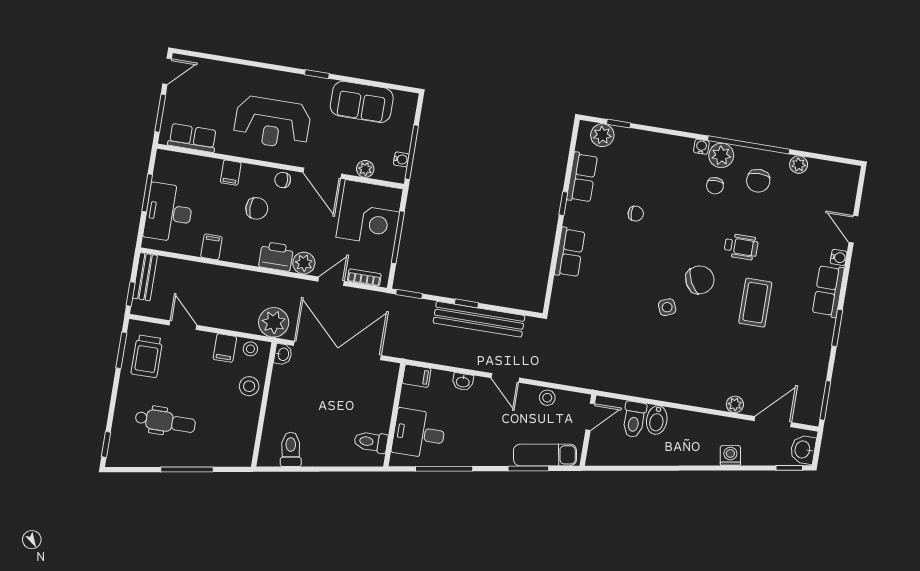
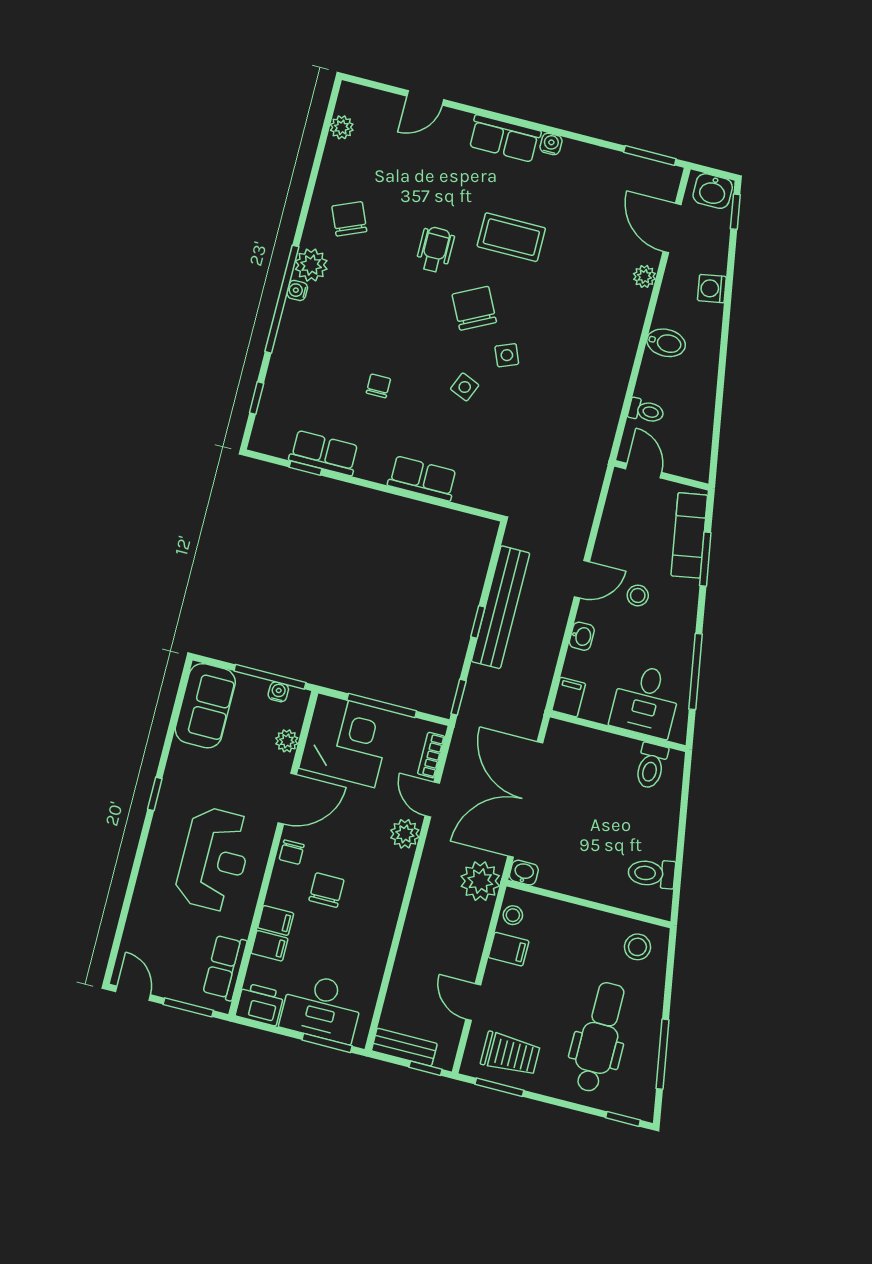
sofa: (362, 102) -> (205, 706), moved
plant: (602, 135) -> (270, 421), removed
window: (749, 145) -> (282, 299), moved
plant: (799, 165) -> (342, 127), moved
chair: (758, 181) -> (349, 219), turned -113
chair: (715, 186) -> (351, 277), removed
window: (147, 193) -> (327, 1043), moved
window: (563, 204) -> (305, 468), moved
filing cabinet: (211, 247) -> (270, 946), moved, turned 180
printer: (276, 256) -> (260, 1004), moved, turned 90
water cooler: (839, 257) -> (551, 144), moved
side table: (641, 278) -> (465, 387), added
door: (183, 325) -> (473, 1002), hinge flipped
window: (837, 328) -> (555, 131), removed
stool: (249, 386) -> (637, 947), moved
stool: (547, 398) -> (638, 595), moved
toilet: (634, 419) -> (646, 411), width x0.73, depth x0.72
bidet: (657, 420) -> (666, 343), moved
dental chair: (165, 422) -> (599, 1037), width x1.36, depth x1.38
window: (187, 469) -> (662, 1054), moved

